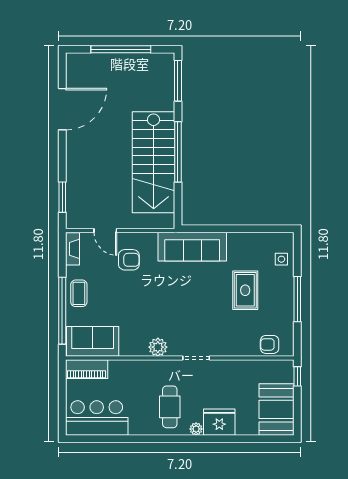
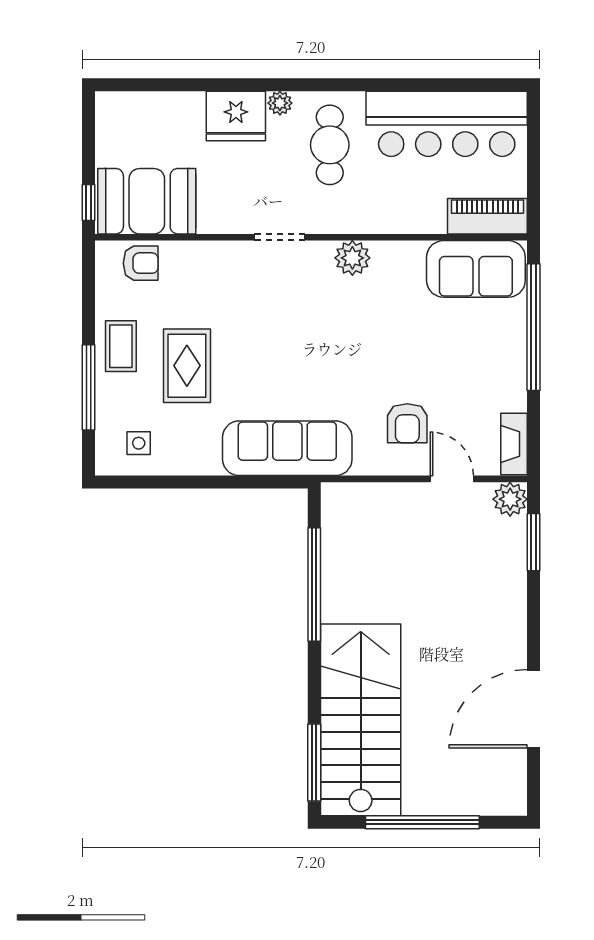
window: (178, 152) -> (314, 585), moved
stairs: (154, 162) -> (361, 720), moved
plant: (75, 220) -> (510, 499), added
side table: (281, 259) -> (139, 443), moved
armchair: (129, 260) -> (407, 423), turned -90
coffee table: (79, 293) -> (121, 346), moved
window: (297, 299) -> (89, 387), moved
booth: (276, 409) -> (147, 201), moved, turned 90
bar counter: (97, 418) -> (447, 124), width x1.36

